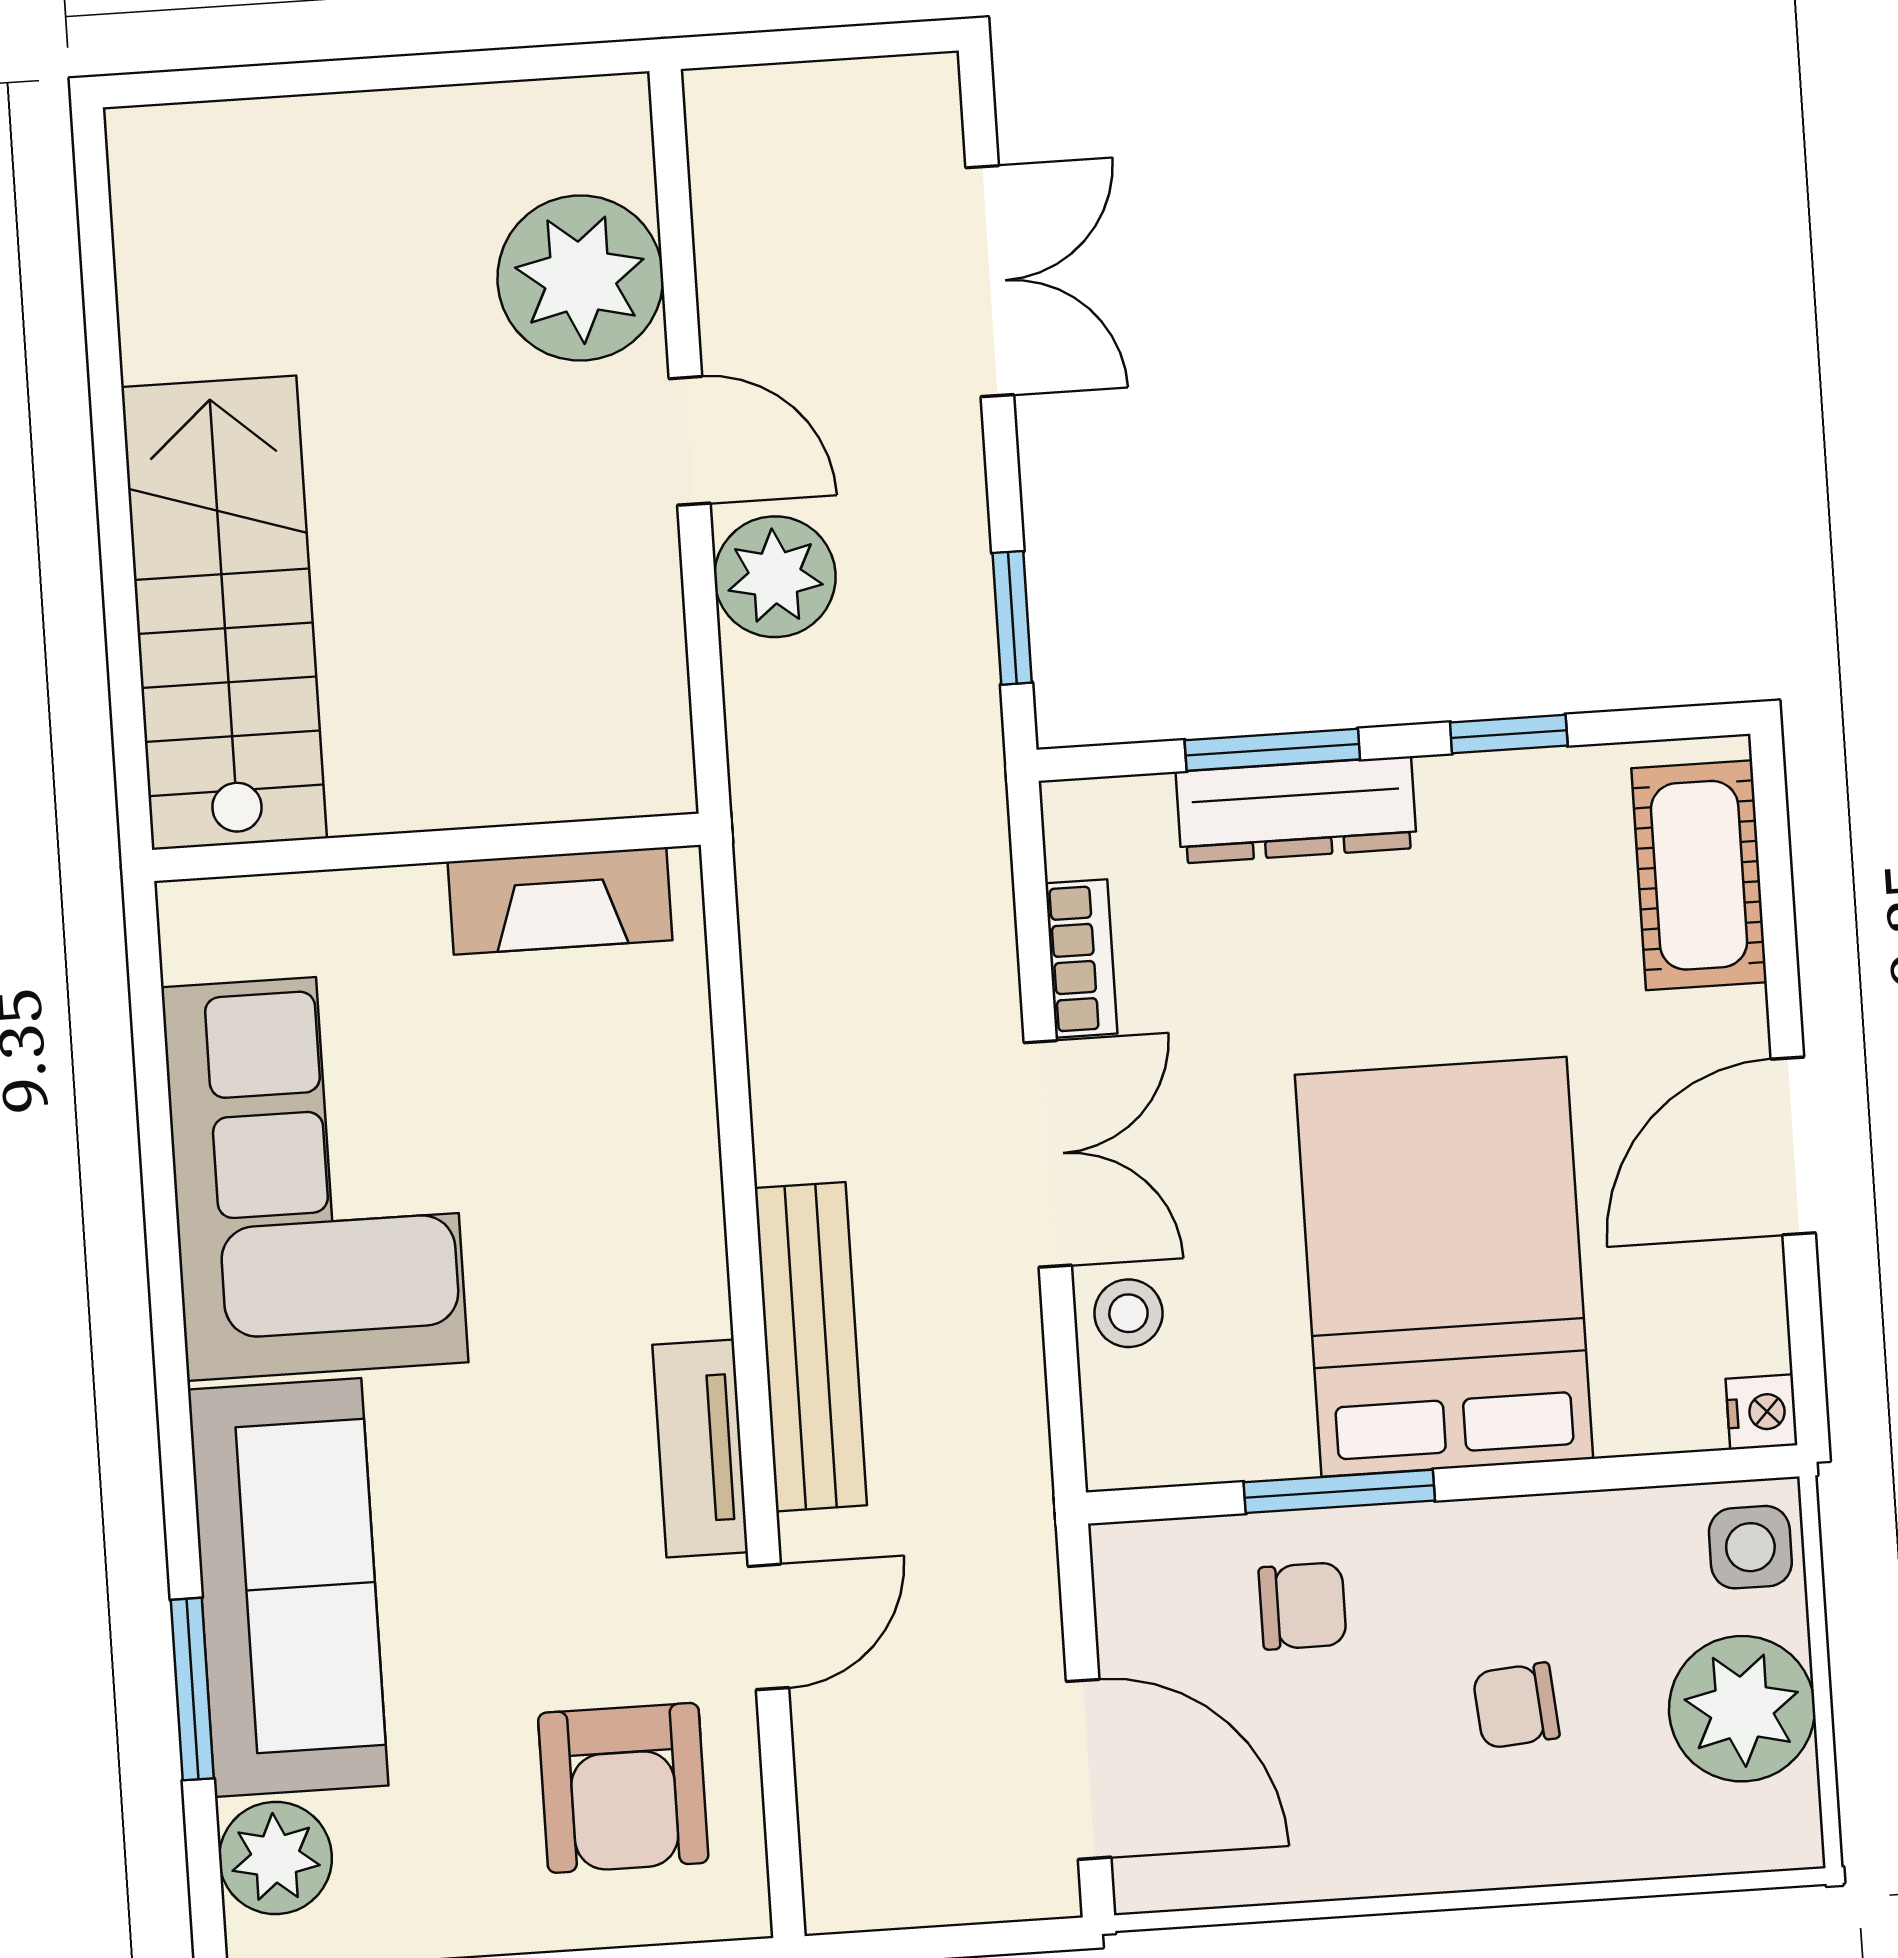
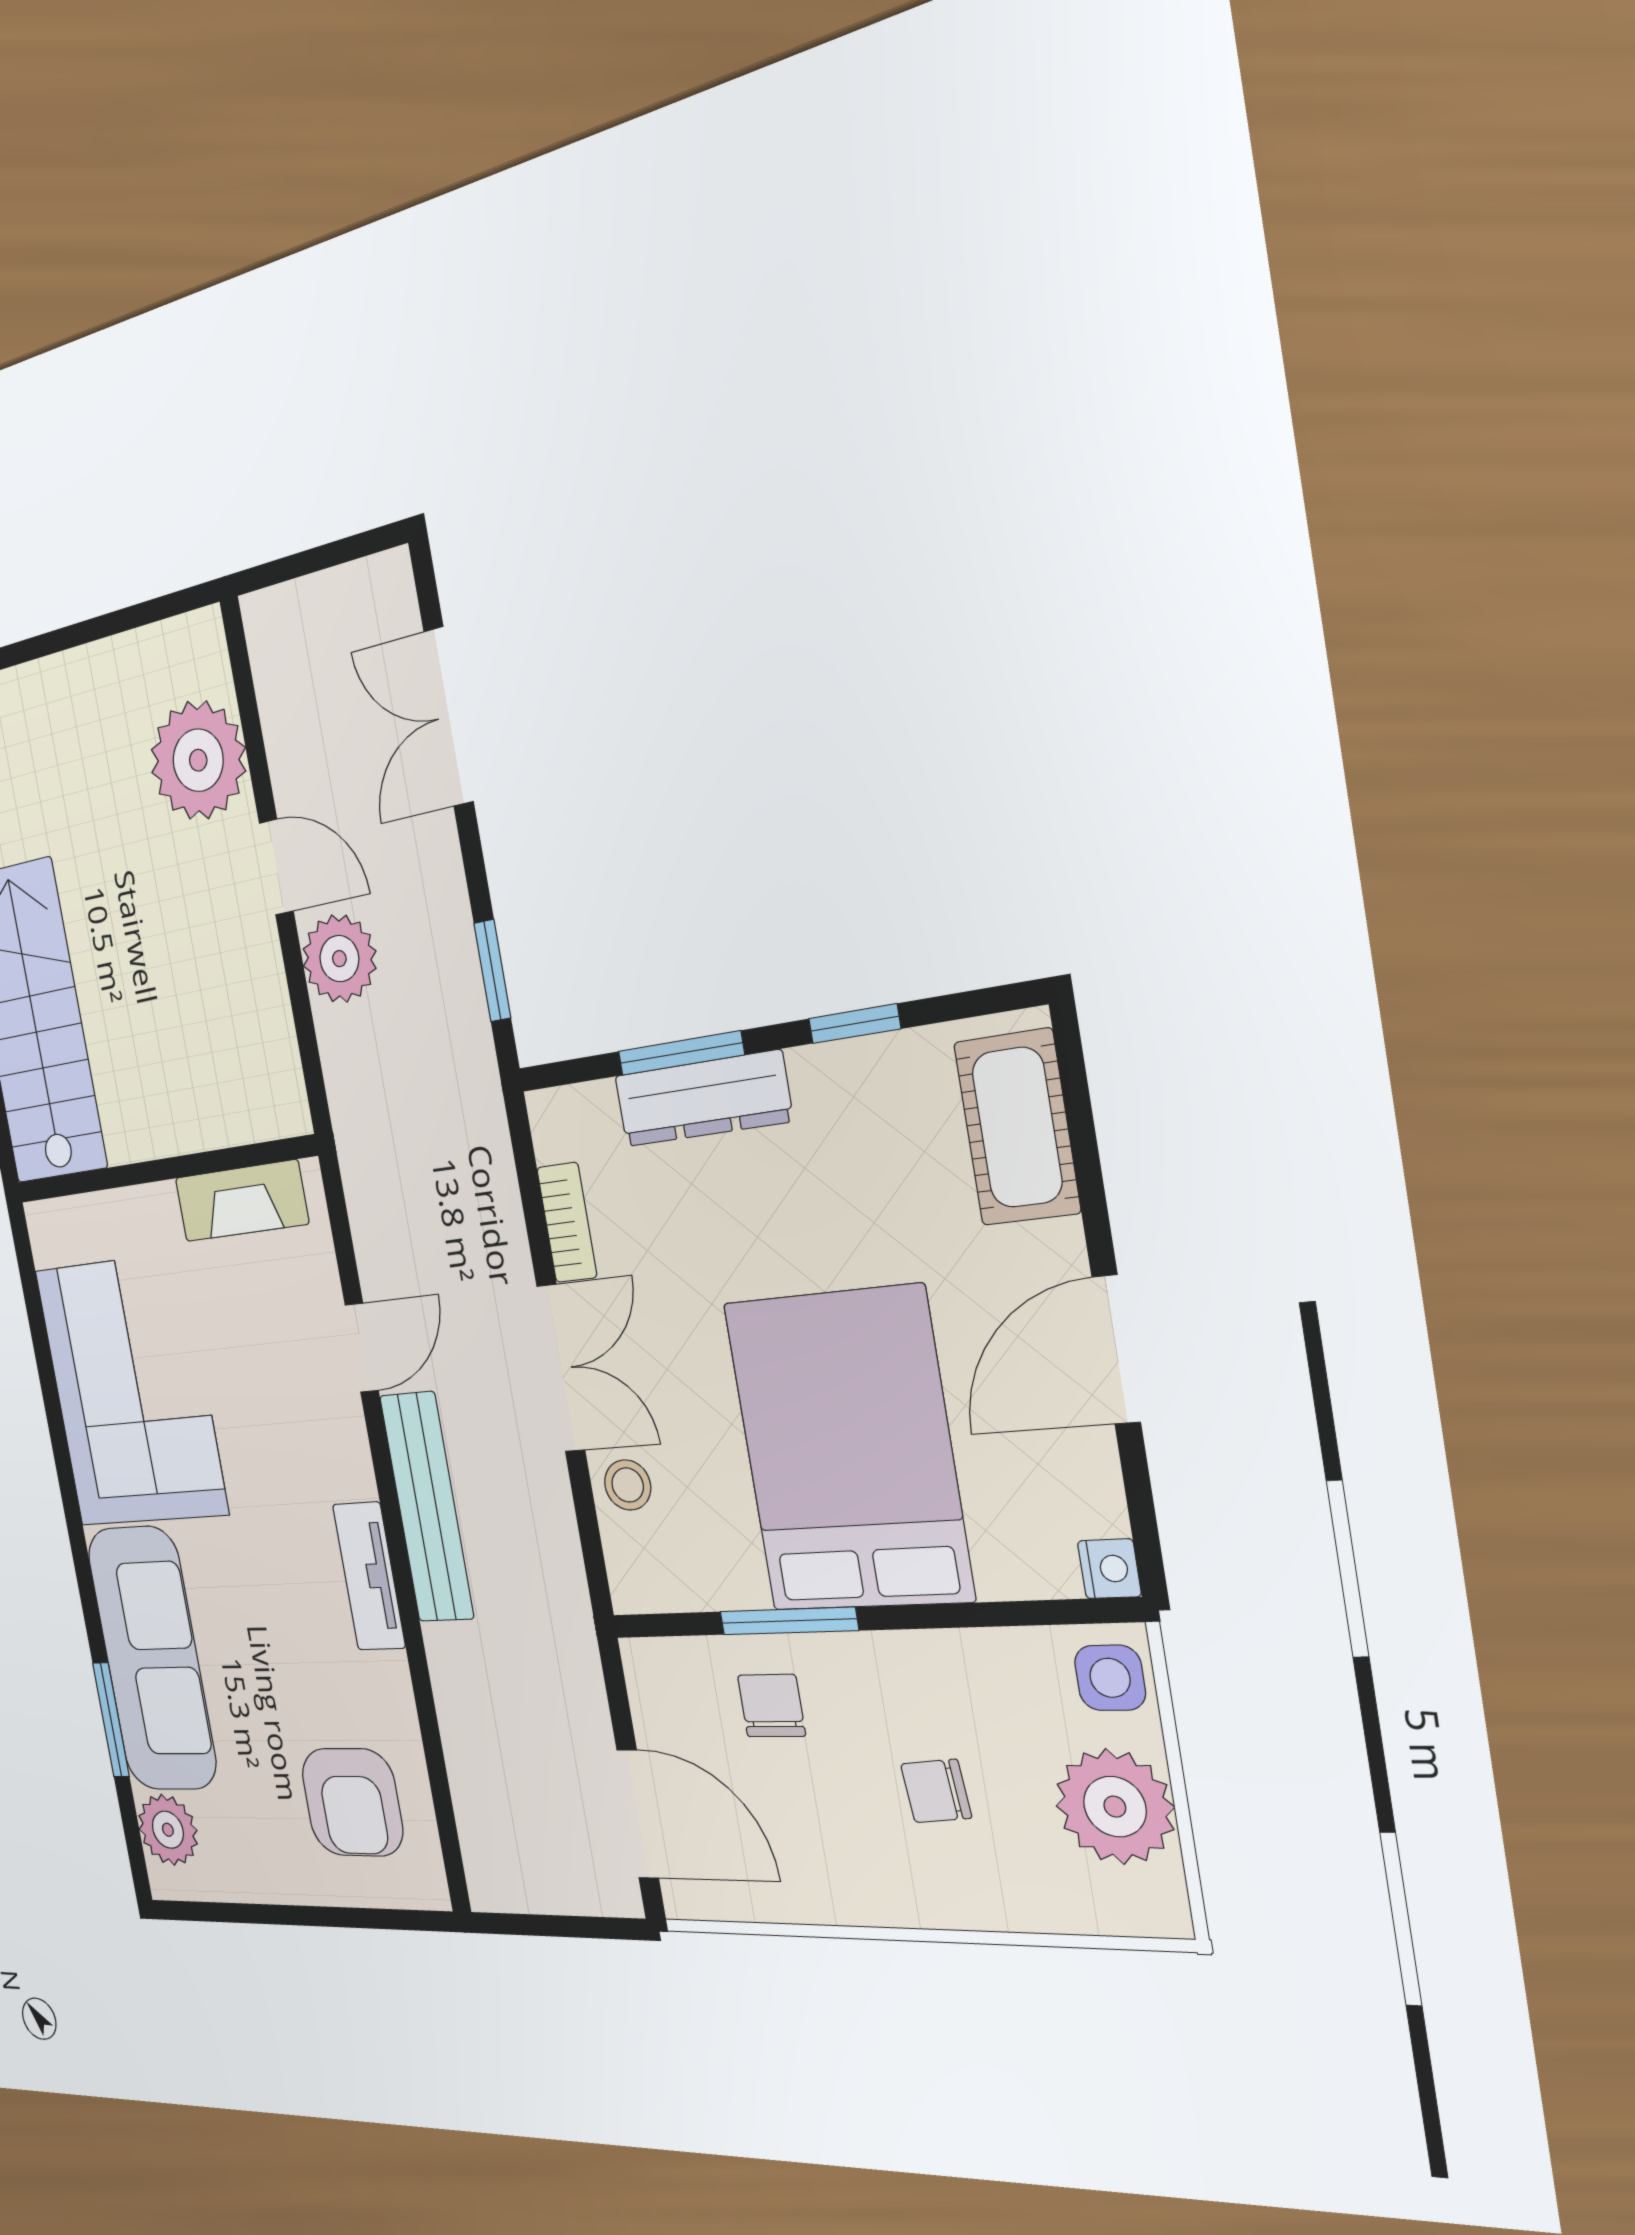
double door: (990, 281) -> (449, 717), swing flipped
chair: (1303, 1606) -> (771, 1706), turned -90
door: (768, 1627) -> (362, 1348), moved

